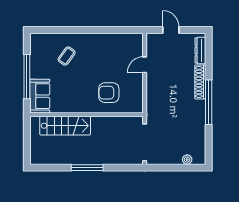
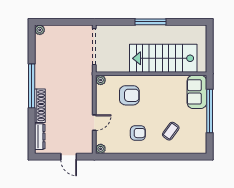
plant: (138, 38) -> (101, 149), added
armchair: (100, 54) -> (138, 133), added
plant: (138, 108) -> (101, 80), added
stairs: (65, 126) -> (163, 58), width x1.36, depth x1.51
plant: (187, 159) -> (40, 30), moved

